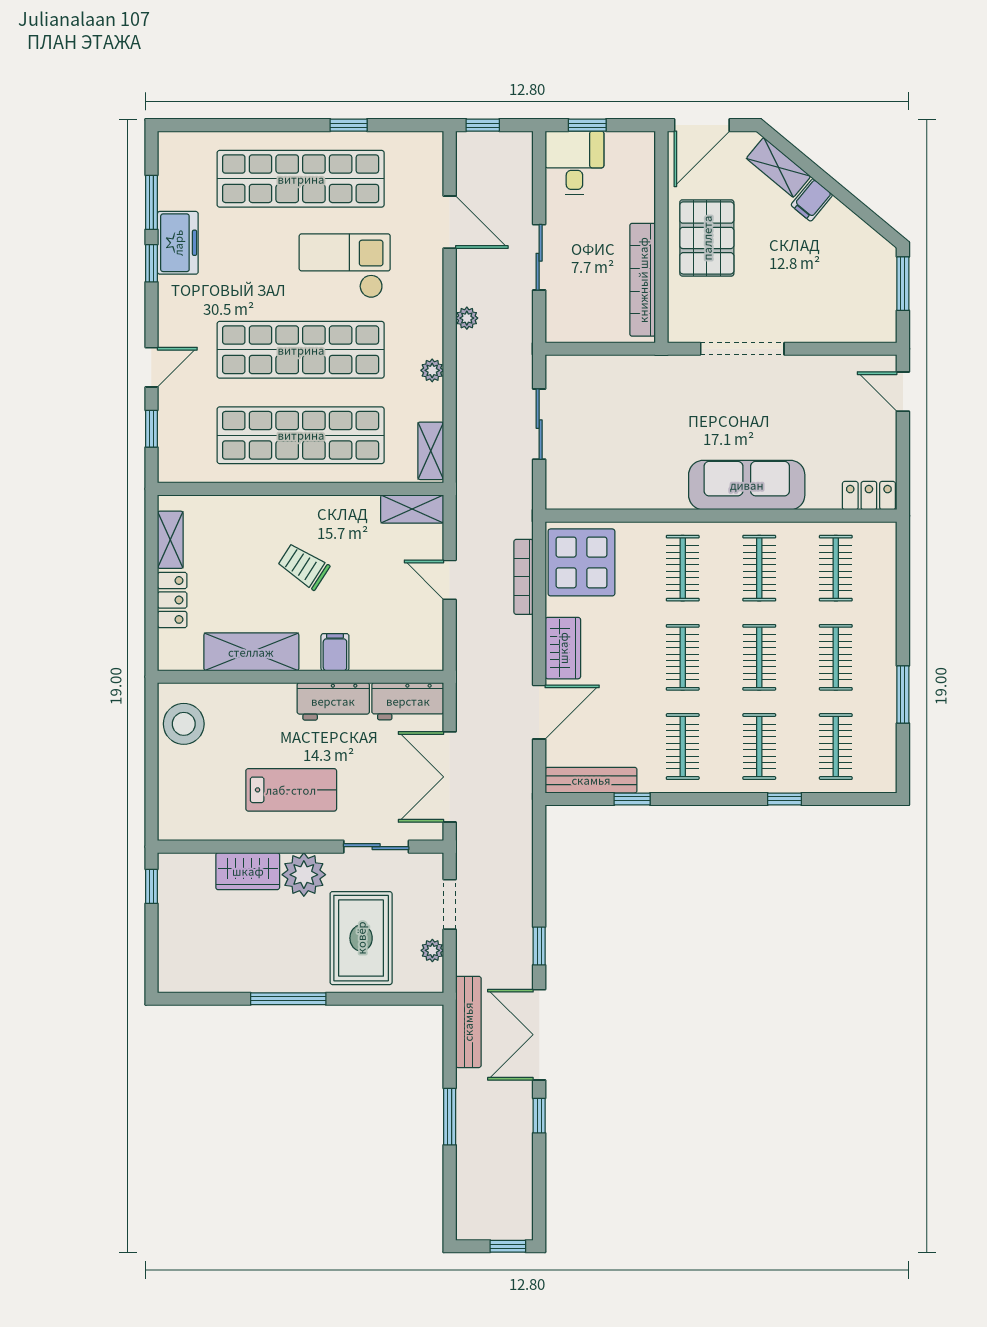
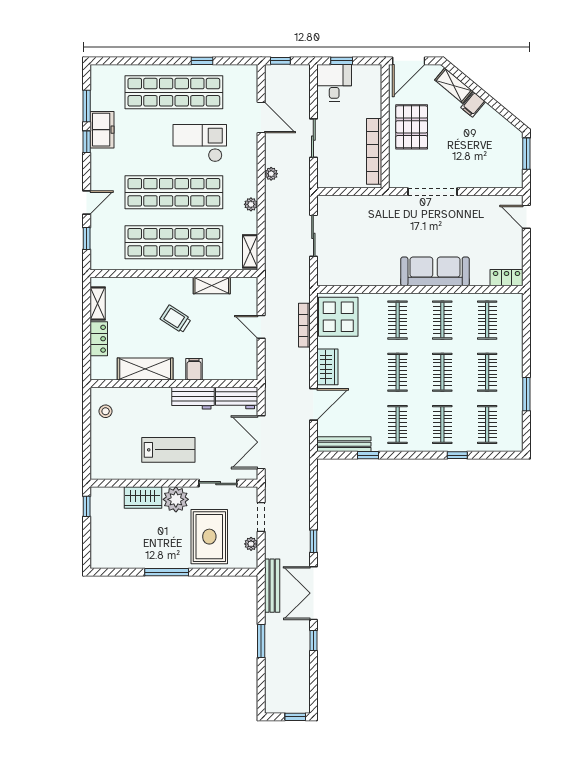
shelving: (412, 509) -> (212, 285), moved
stool: (184, 724) -> (106, 411), width x0.53, depth x0.53

